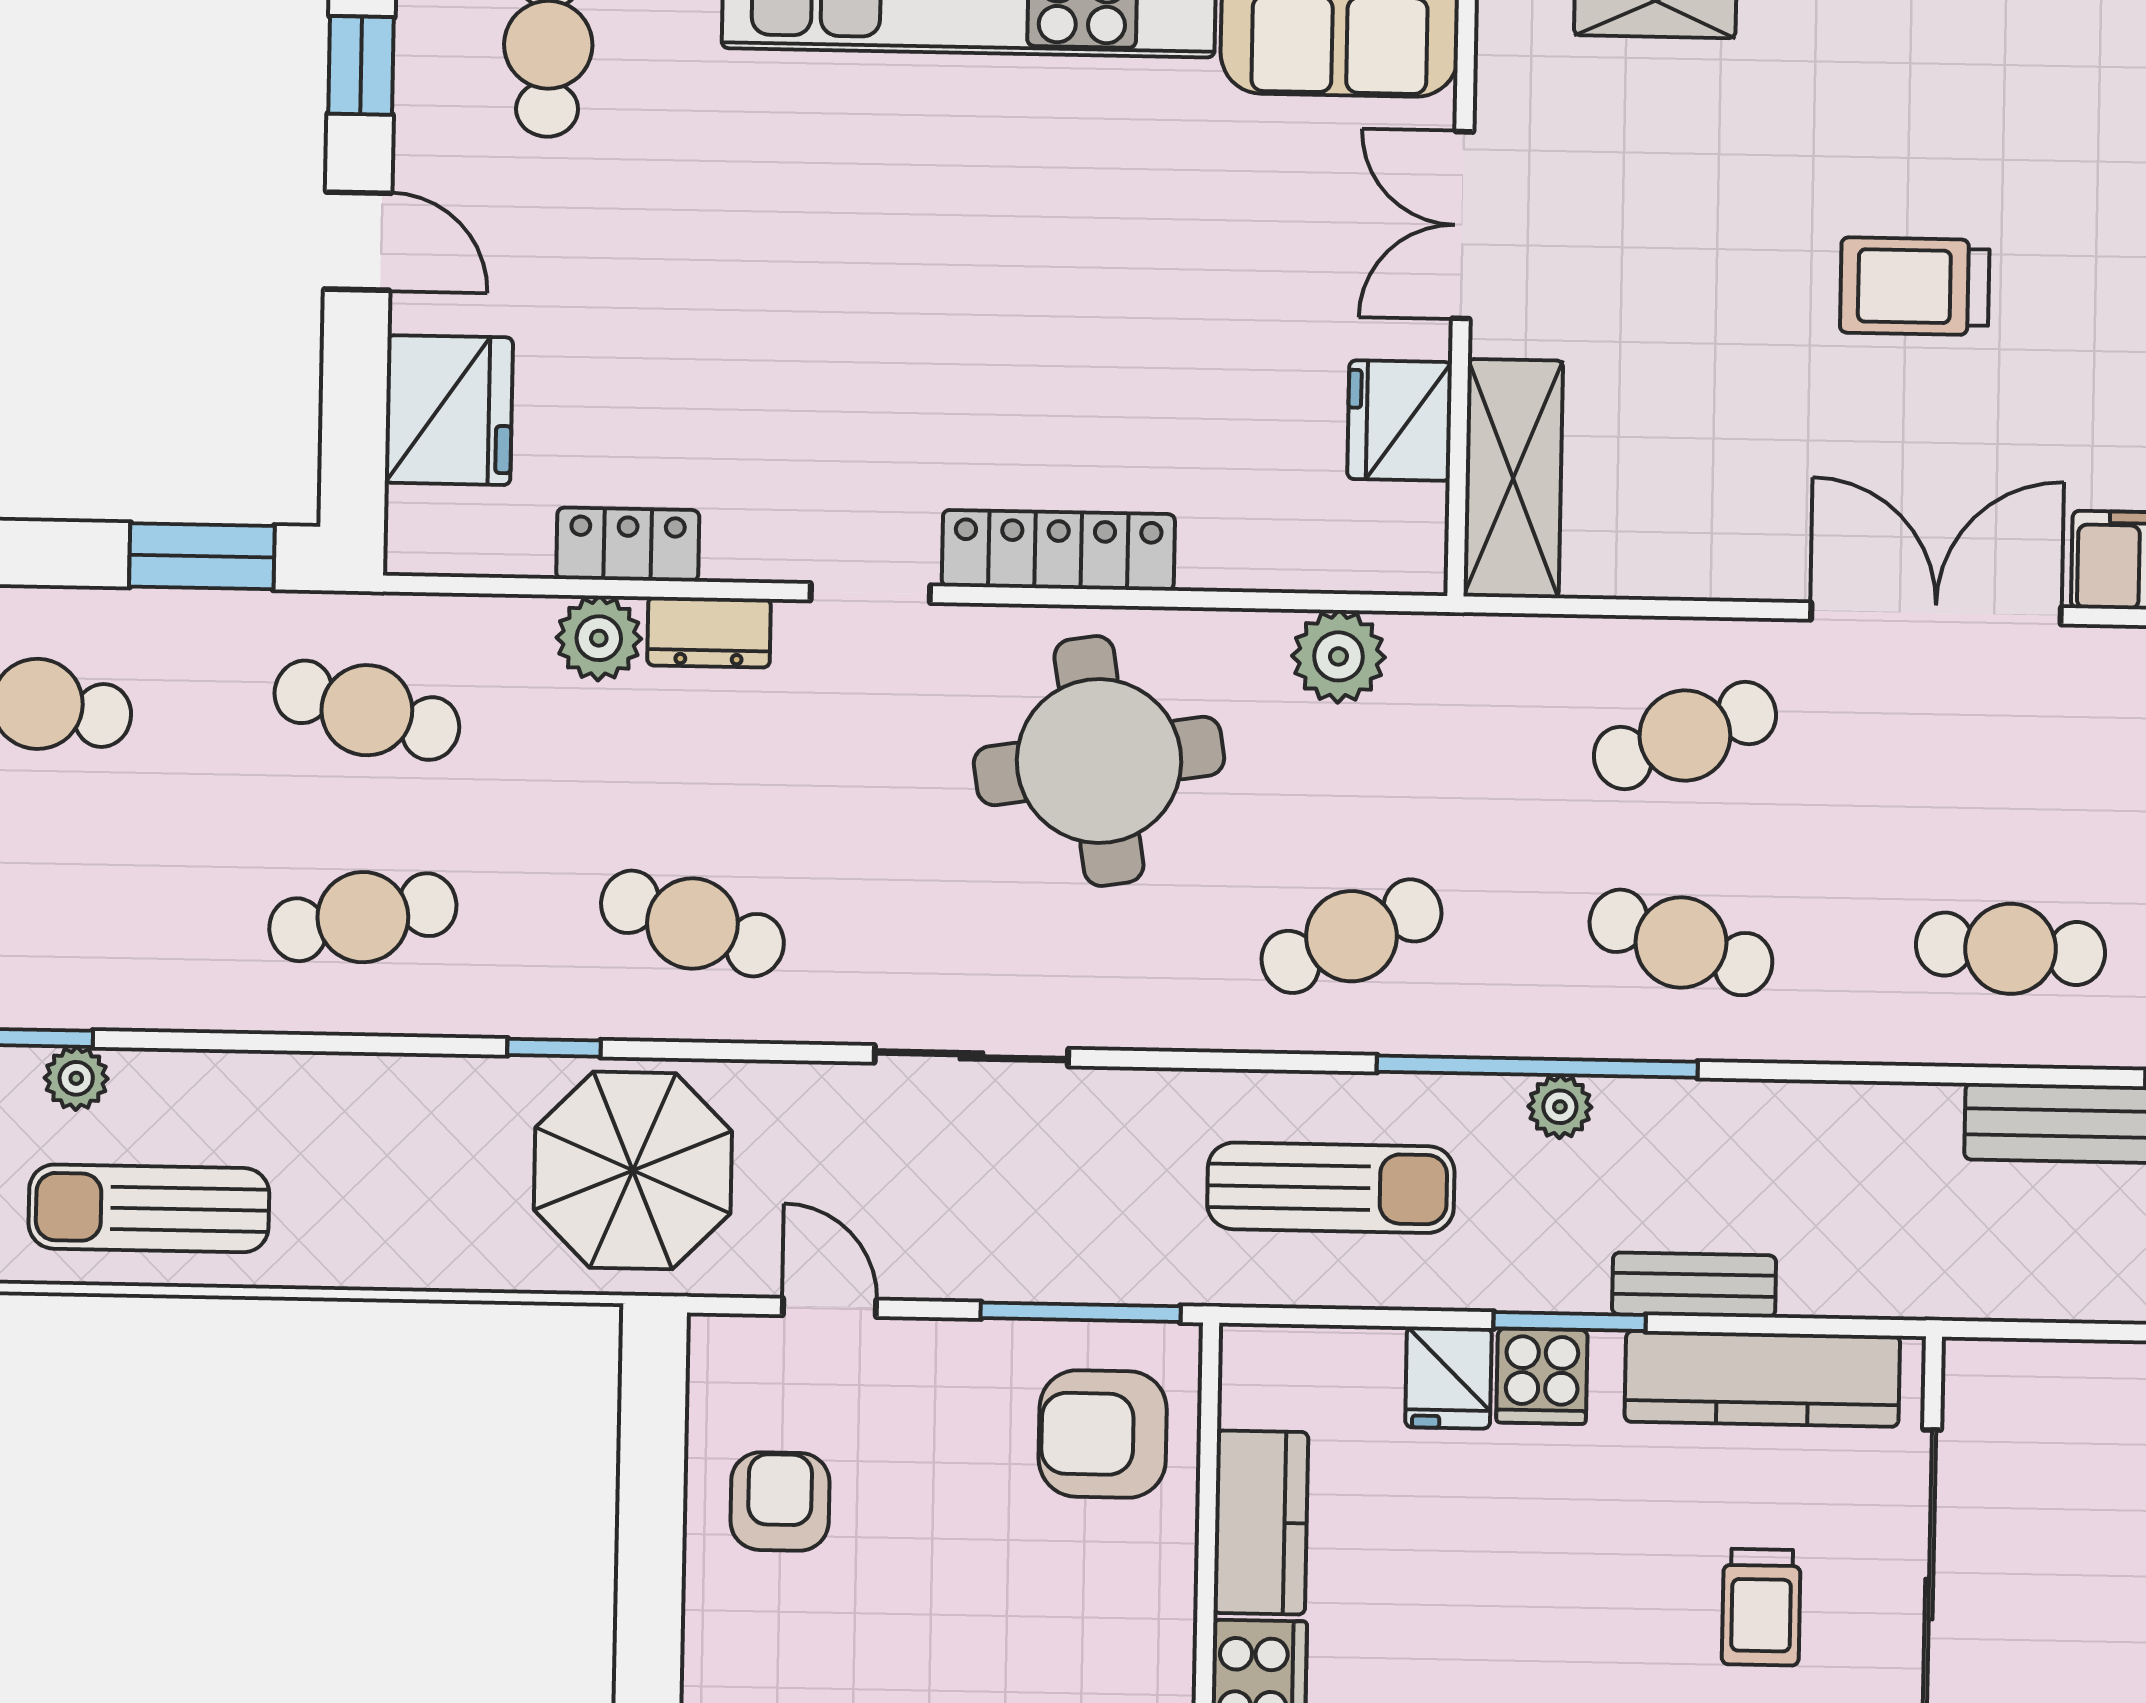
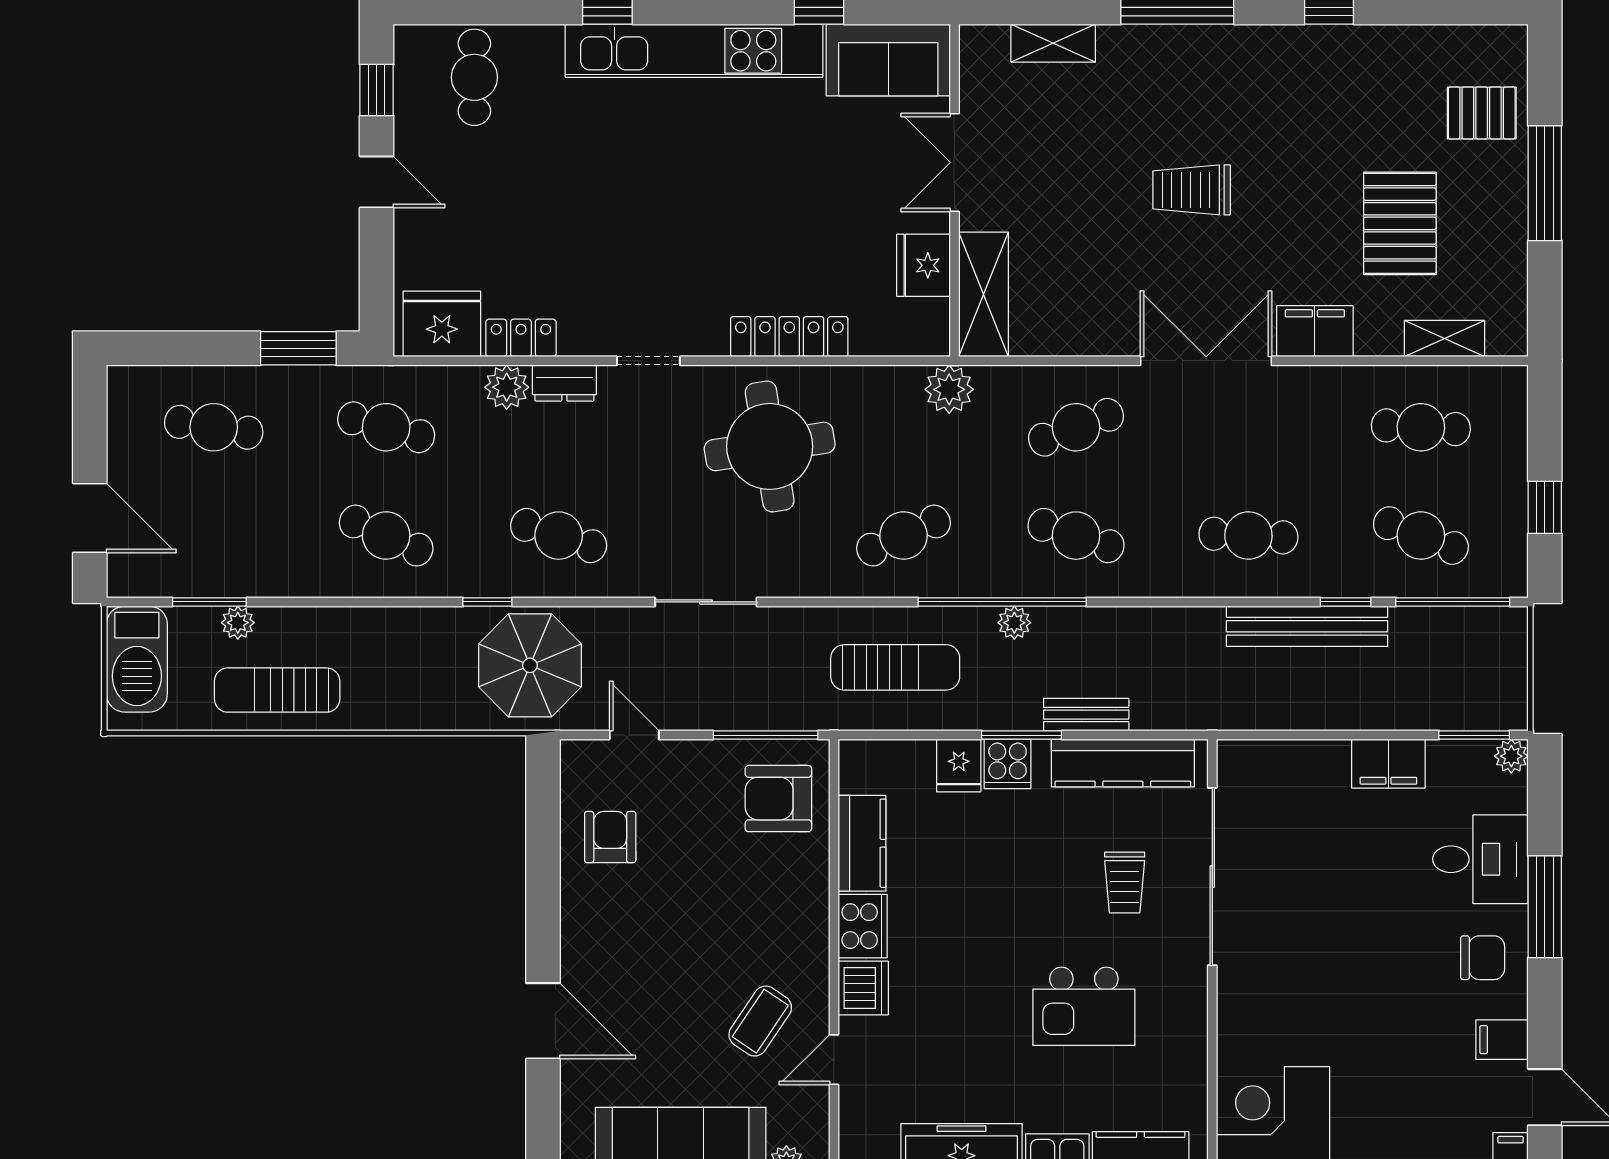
fridge: (449, 410) -> (442, 324), moved, turned -90
locker: (1058, 550) -> (789, 337), moved
plant: (1338, 656) -> (949, 389), moved
cafe table: (363, 917) -> (386, 536), turned 36

